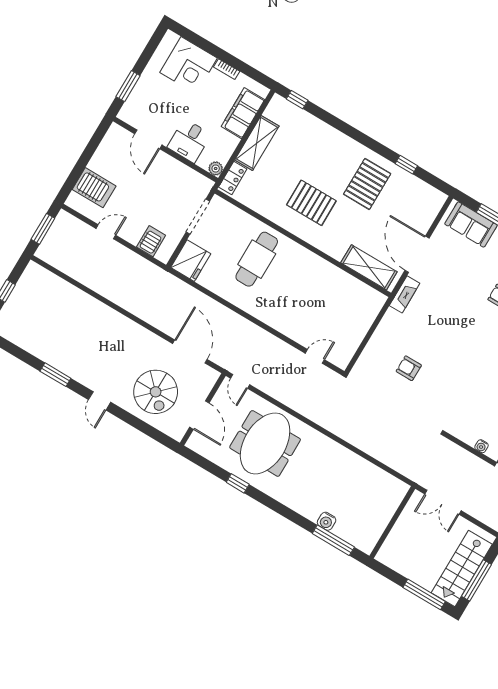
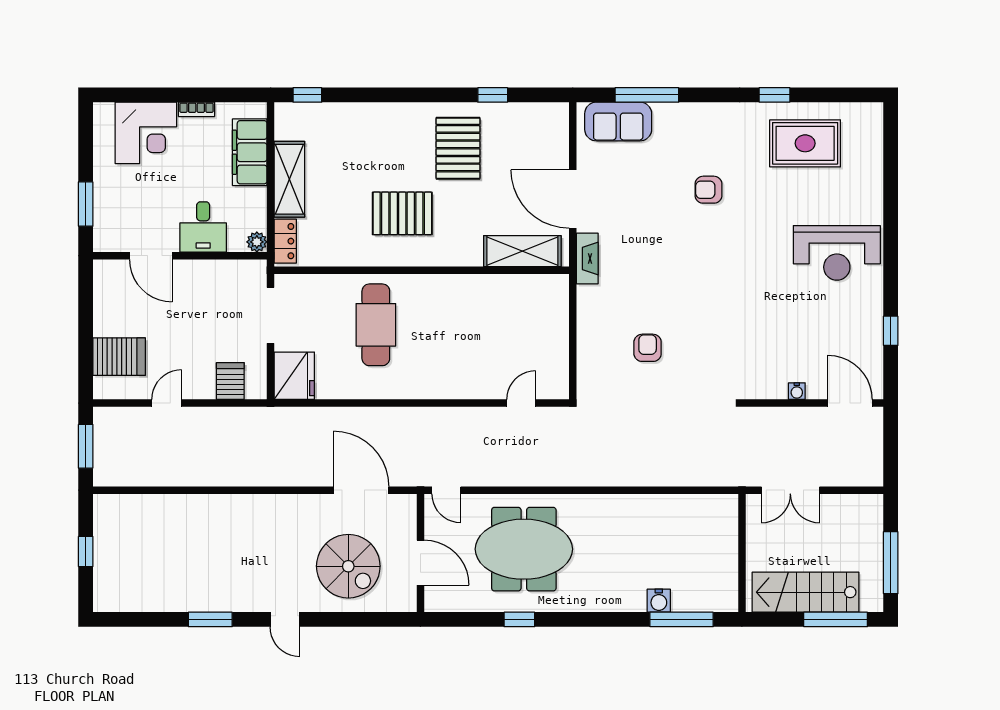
armchair: (409, 368) -> (648, 348), turned 90
meeting table: (265, 443) -> (524, 549), turned 90
stairs: (462, 568) -> (805, 592), moved, turned 90

